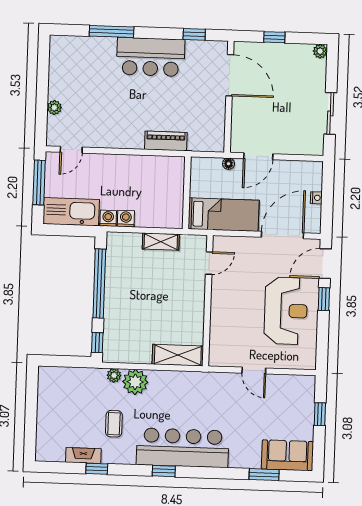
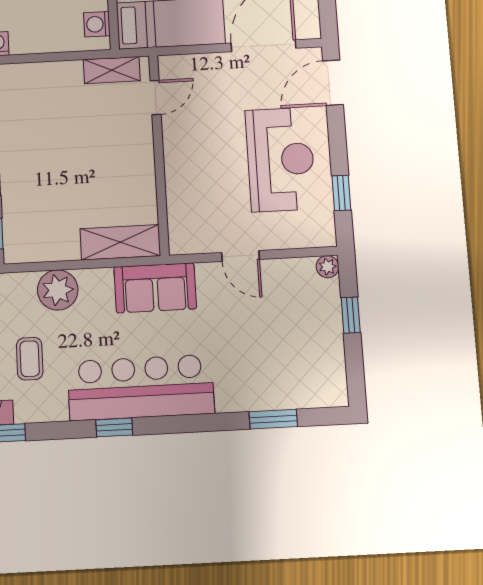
washing machine: (126, 219) -> (97, 24), moved, turned -90
shelving: (161, 242) -> (112, 70), moved
window: (324, 299) -> (341, 193), moved
plant: (114, 375) -> (328, 267), moved
sofa: (287, 455) -> (155, 288), moved, turned 180

